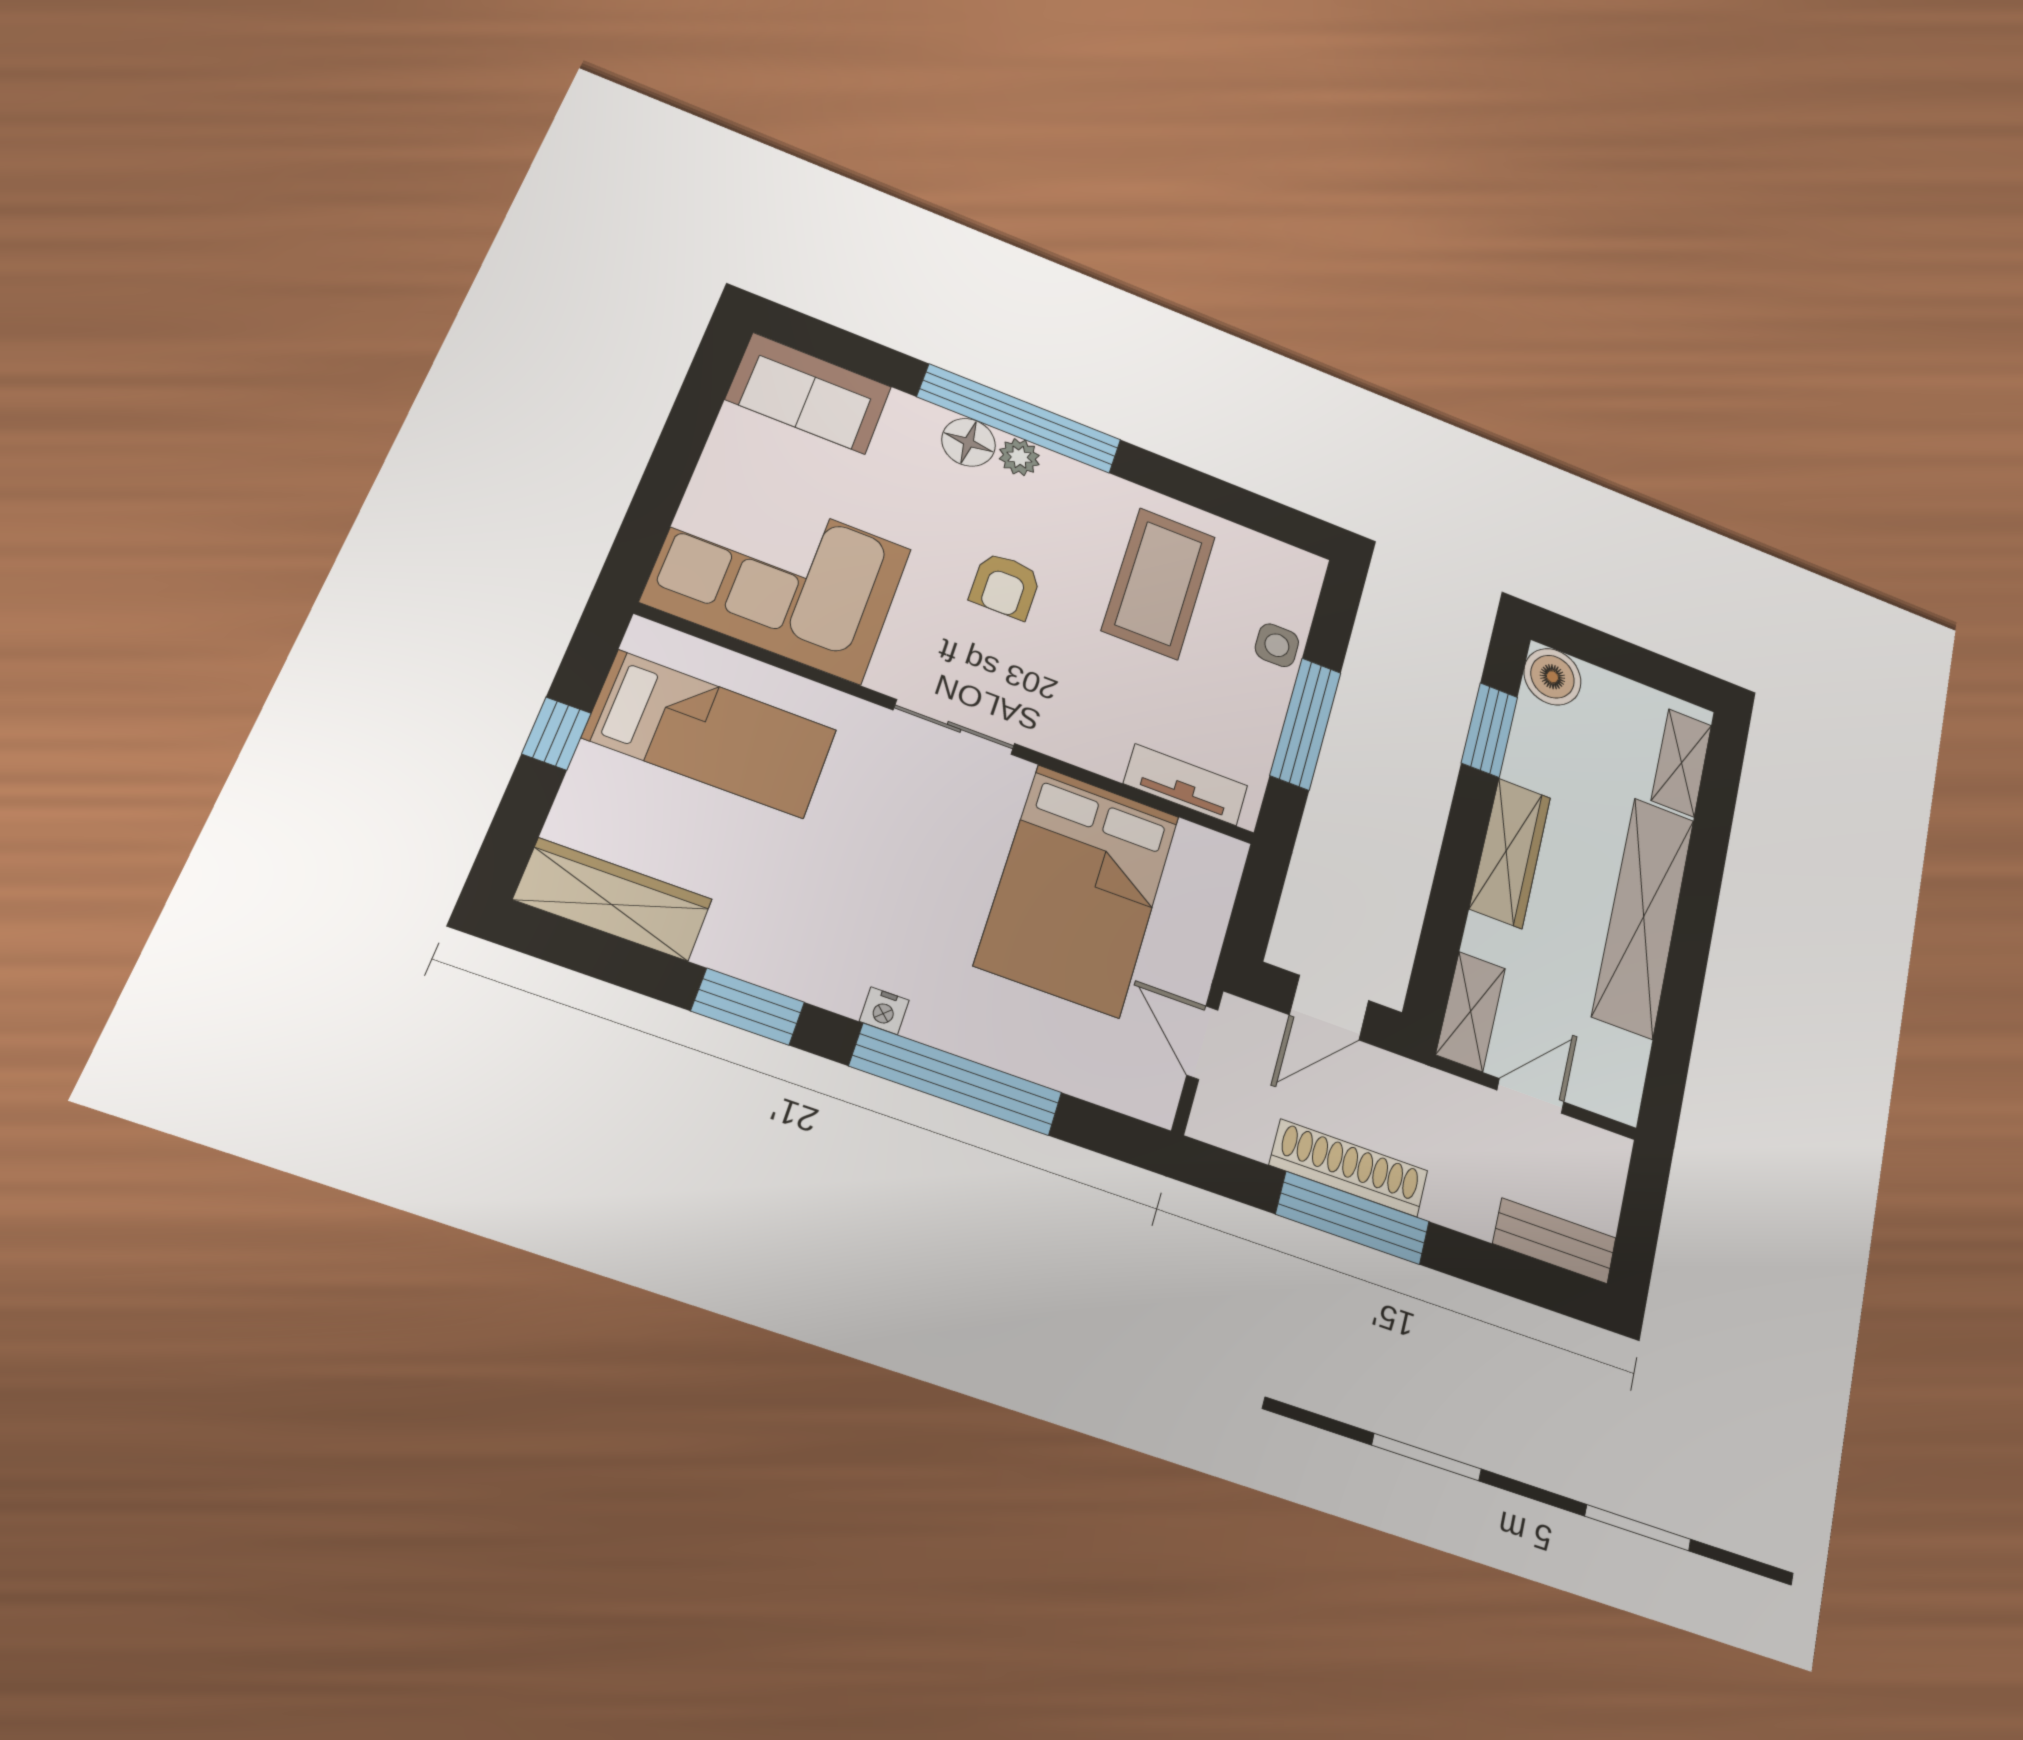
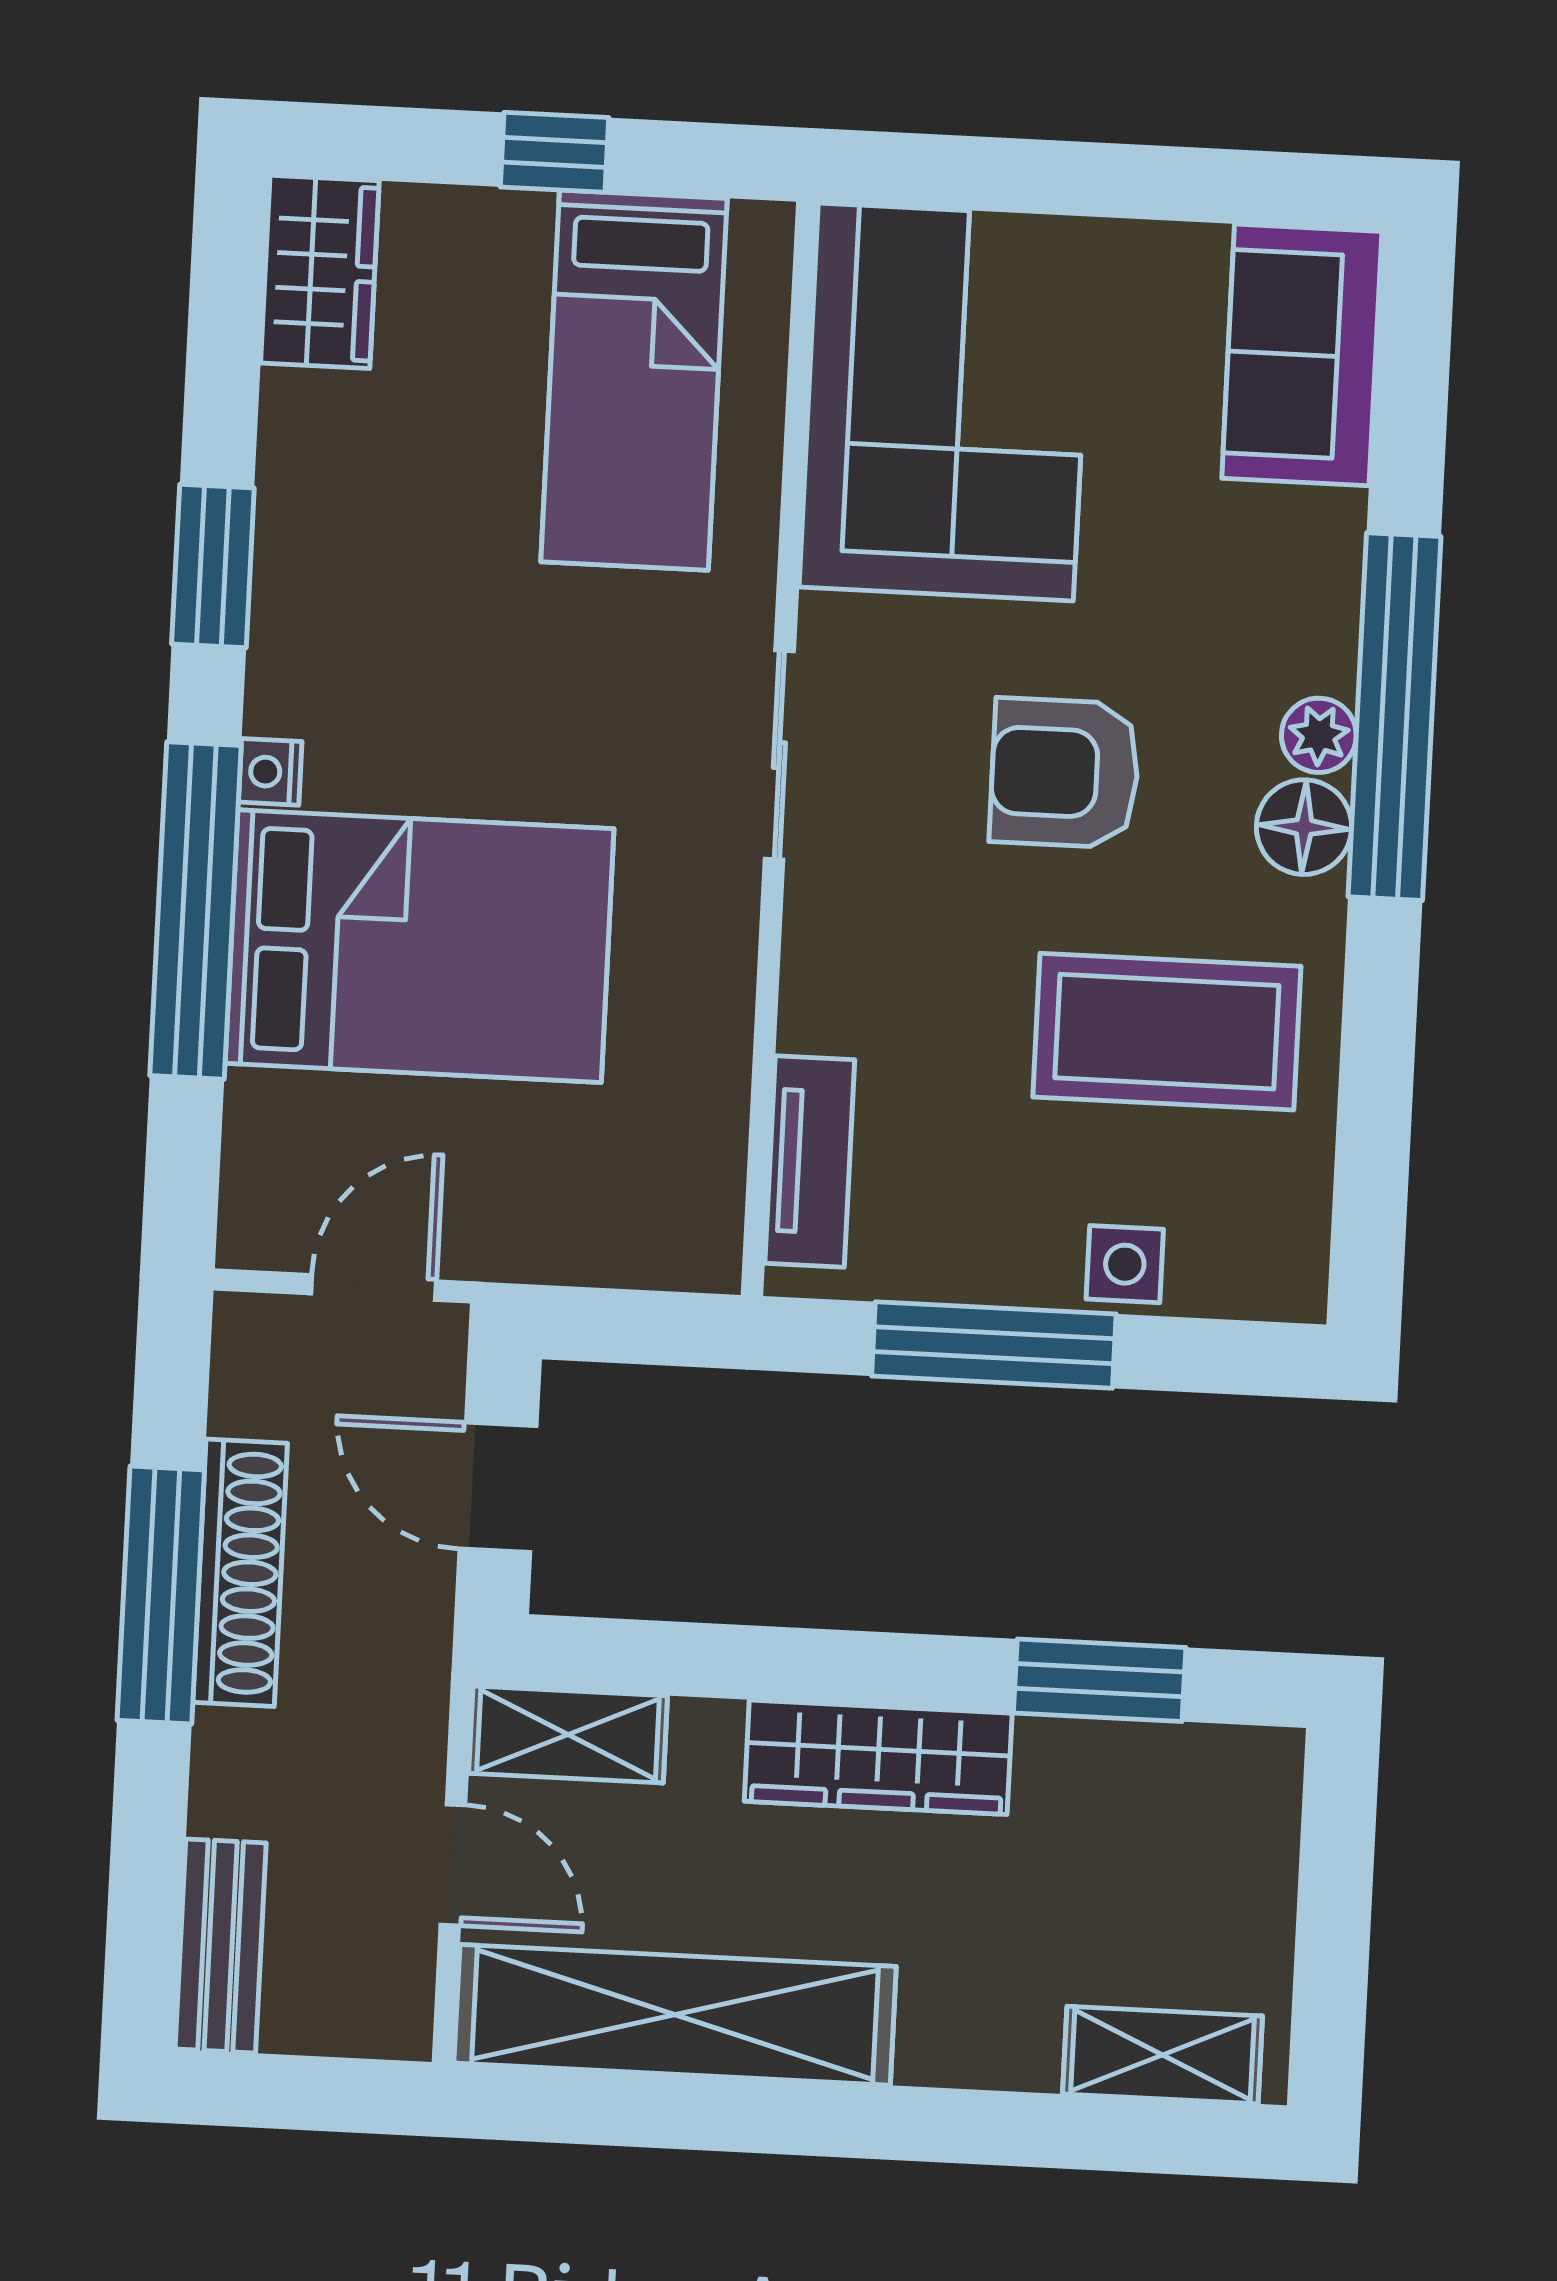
floor lamp: (969, 442) -> (1304, 827), moved
armchair: (1005, 586) -> (1065, 773), width x1.38, depth x1.38
boiler: (1552, 677) -> (1247, 1781), removed
bed: (1078, 890) -> (420, 946), moved, turned 180
wardrobe: (613, 899) -> (320, 272), width x0.67
shelving: (1644, 917) -> (675, 2015), moved

